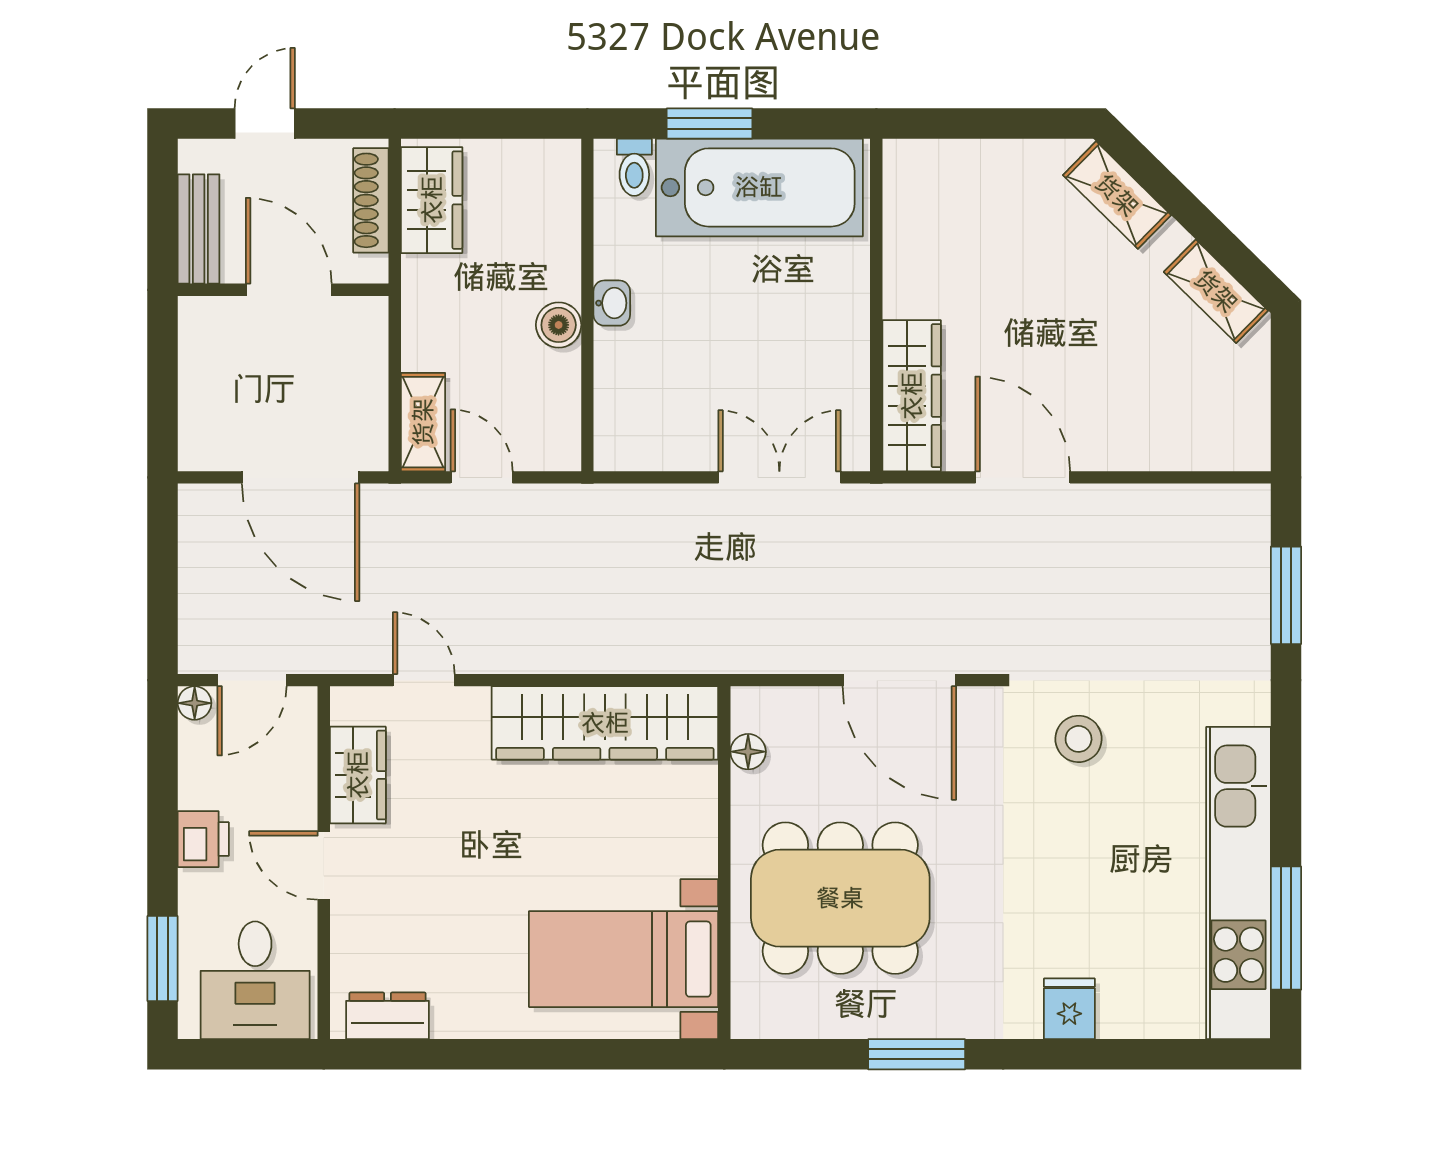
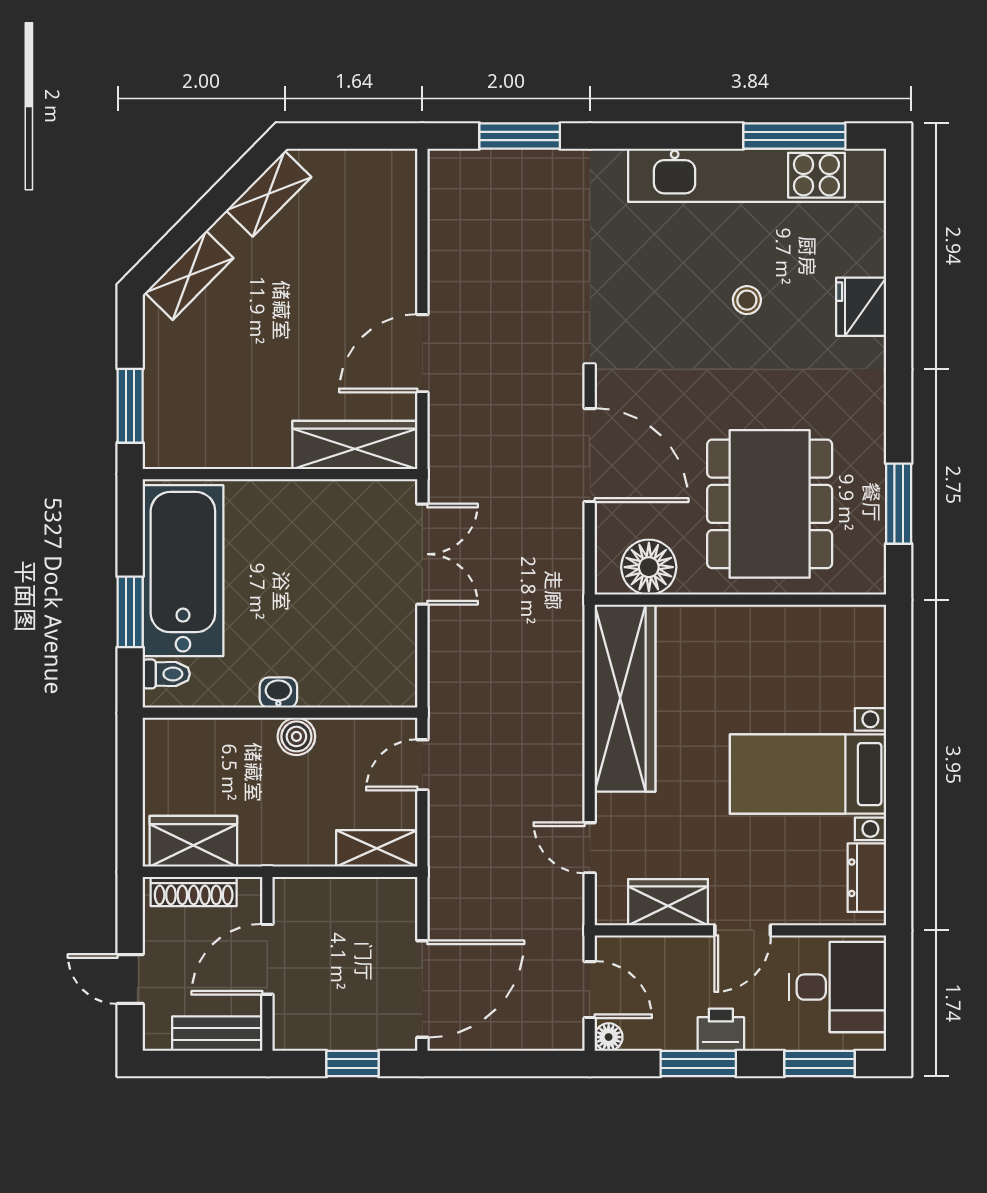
window: (959, 123) -> (130, 406), added
window: (163, 393) -> (352, 1063), added
door: (301, 477) -> (422, 989), moved
door: (482, 477) -> (422, 765), moved
double door: (779, 477) -> (422, 554), swing flipped
door: (424, 680) -> (590, 848), hinge flipped
door: (899, 680) -> (590, 455), hinge flipped
stool: (1079, 739) -> (747, 300), moved, width x0.73, depth x0.73
floor lamp: (748, 752) -> (649, 567), width x1.89, depth x1.89
window: (163, 812) -> (698, 1063), added
bed with nightstands: (624, 959) -> (808, 774), moved, turned 90
fridge: (1069, 1009) -> (861, 307), width x1.38
window: (917, 1054) -> (899, 504), moved

